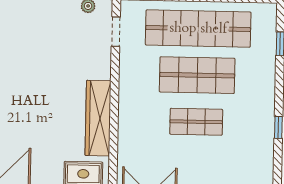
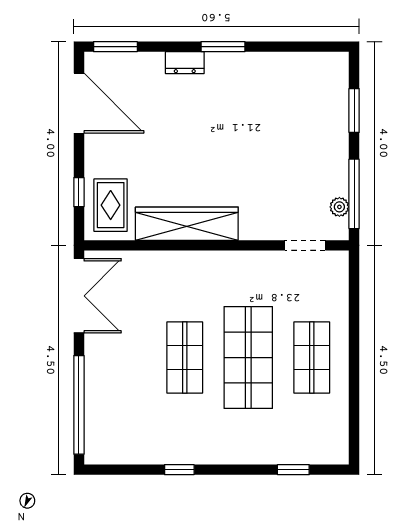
shop shelf: (198, 29) -> (312, 358), width x0.50, depth x0.74

